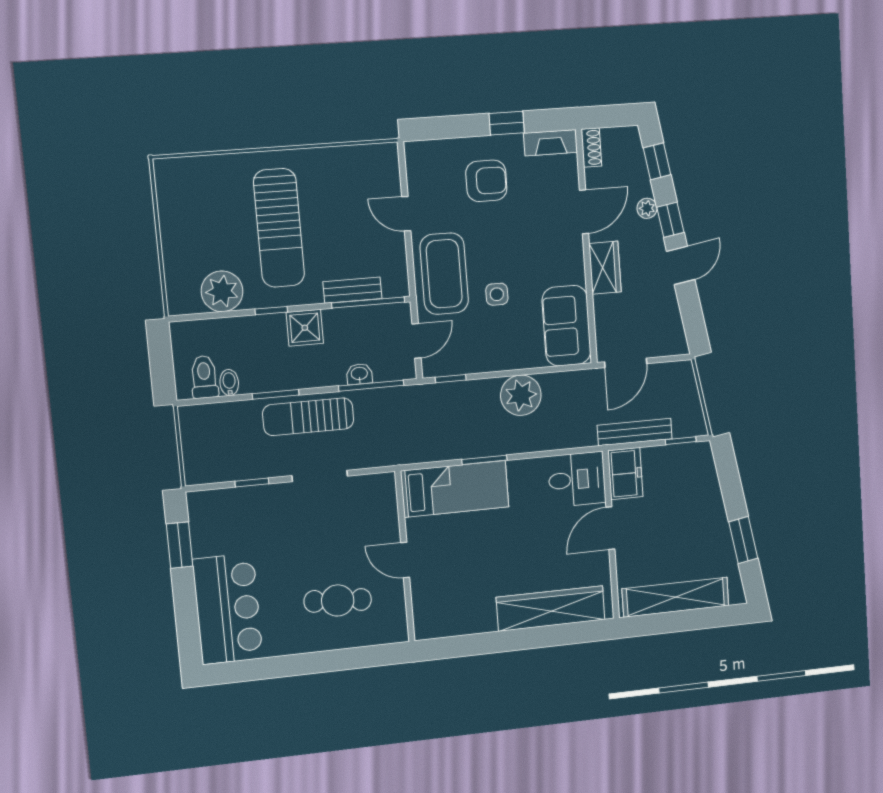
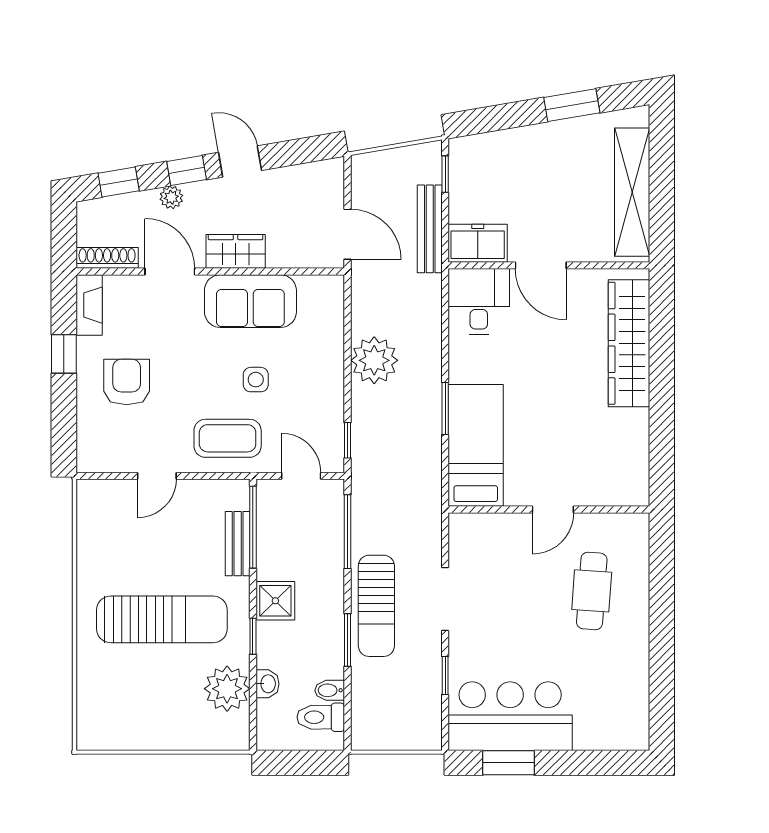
shoe rack: (591, 148) -> (107, 258), width x1.43
coffee table: (444, 274) -> (228, 438), width x0.73, depth x0.76
sofa: (567, 326) -> (250, 301), moved
washbasin: (359, 374) -> (267, 684), moved, turned 180
bar counter: (228, 609) -> (510, 716), moved

